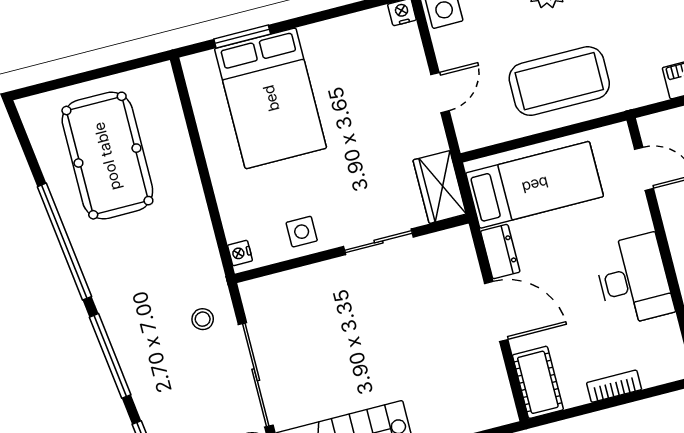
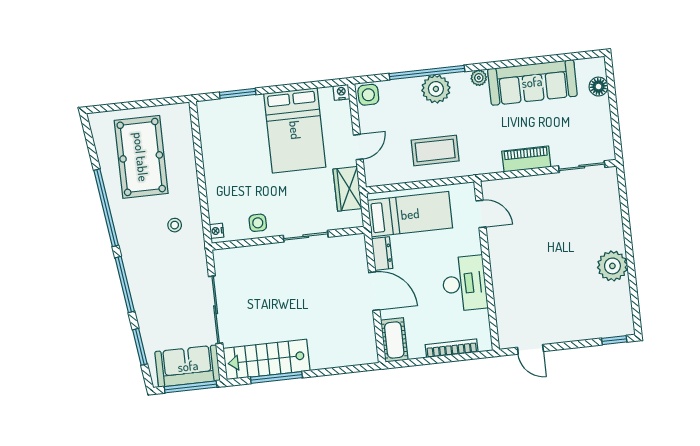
coffee table: (559, 81) -> (435, 150), width x0.73, depth x0.76
bed: (271, 98) -> (295, 130), moved
wardrobe: (440, 187) -> (347, 189), moved
stool: (203, 319) -> (175, 225), moved
bookcase: (614, 386) -> (452, 348), width x1.56

